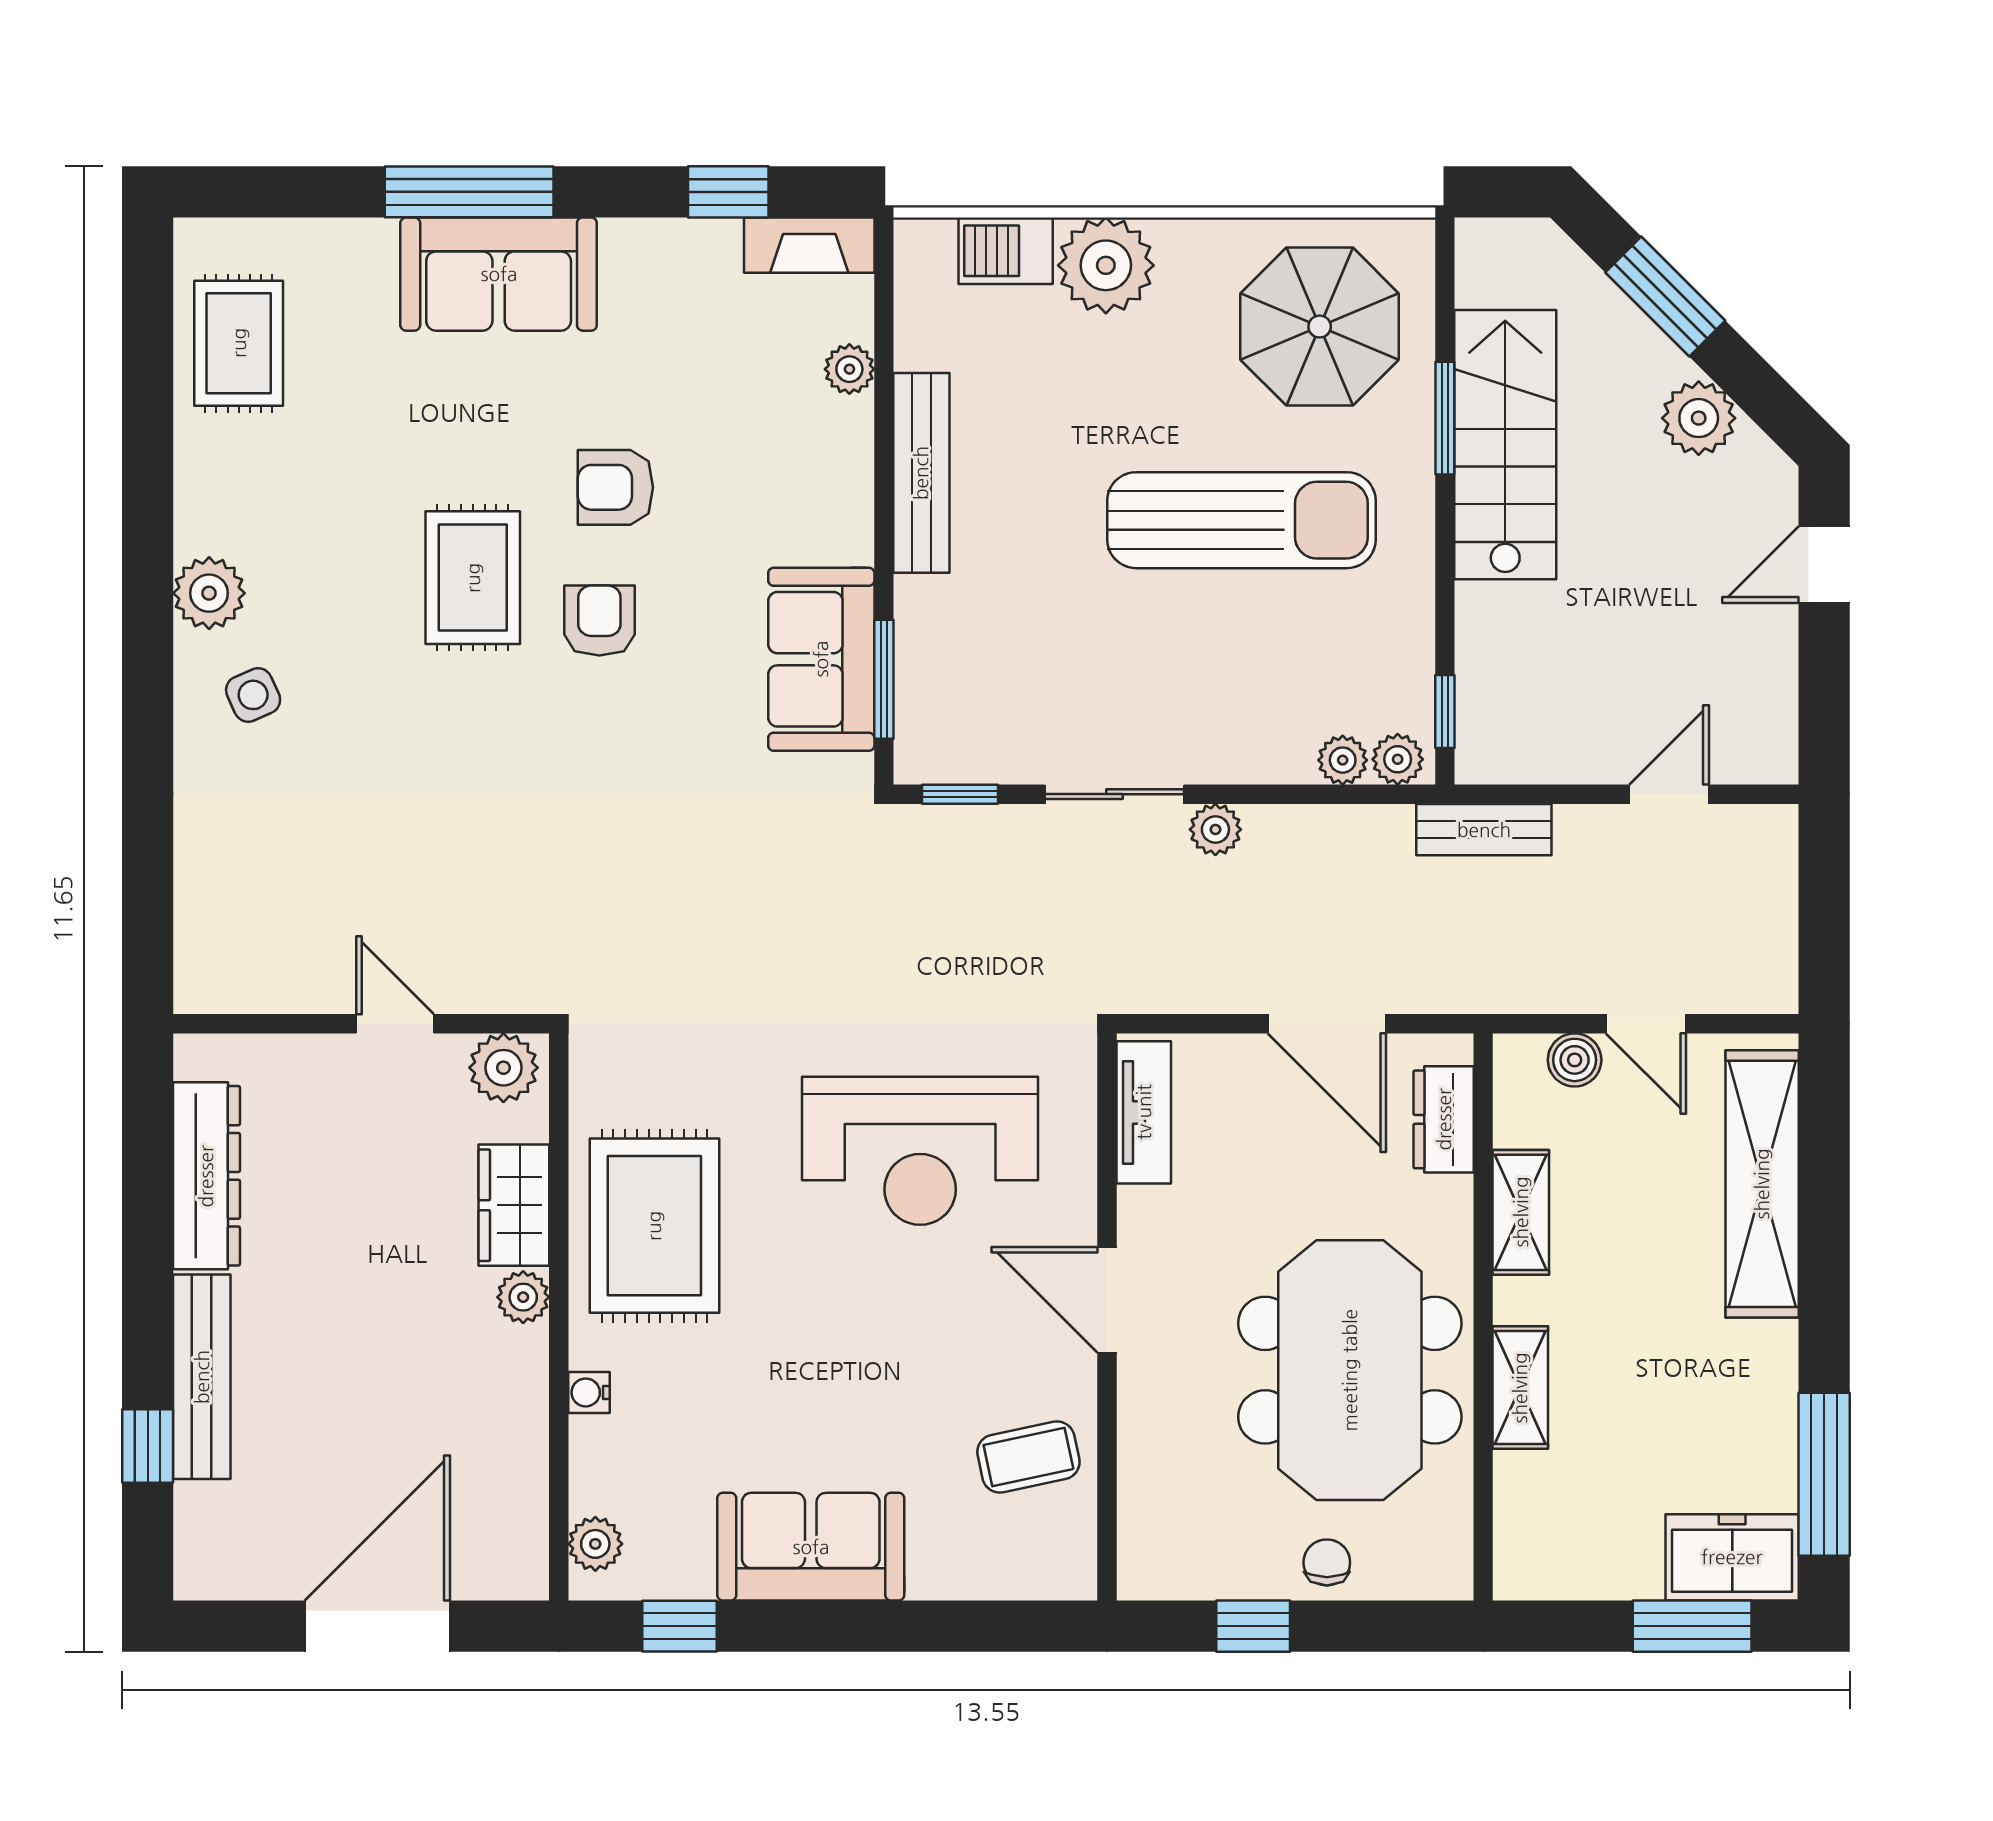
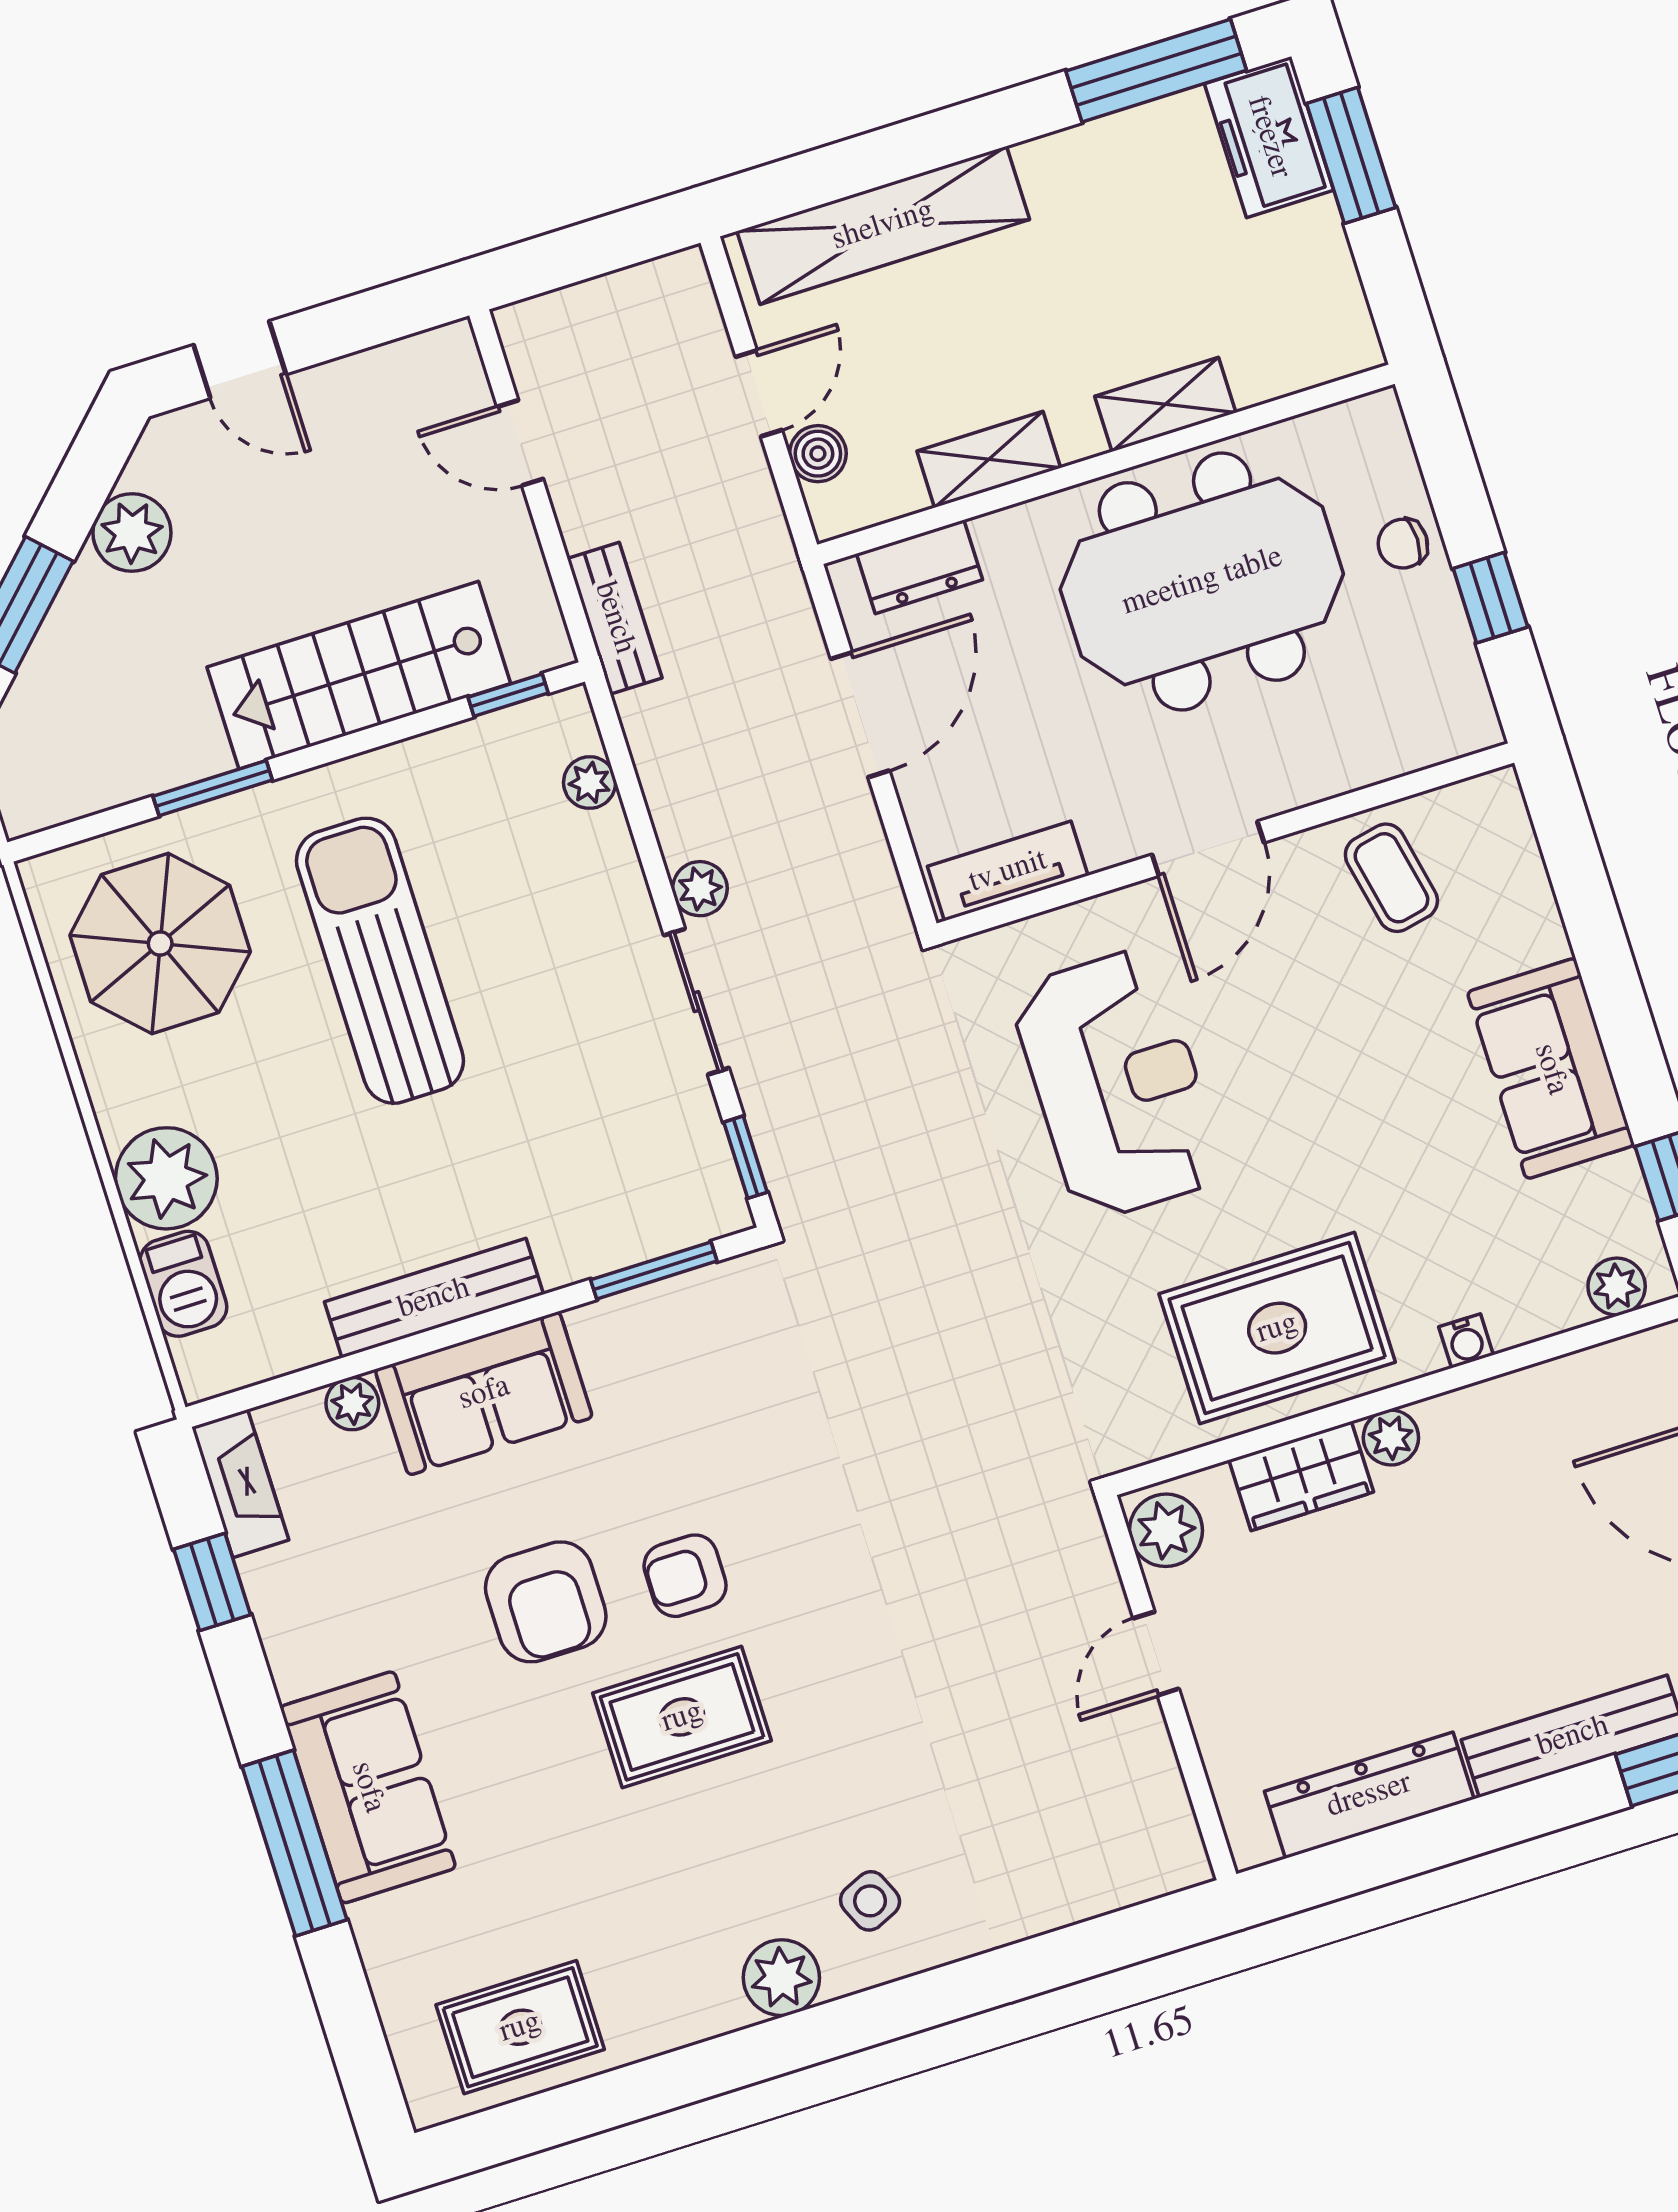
stairs: (1505, 445) -> (359, 675), moved
armchair: (615, 487) -> (546, 1602), width x1.38, depth x1.38
sofa: (821, 659) -> (484, 1393), moved
plant: (1398, 759) -> (571, 727), removed

